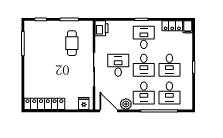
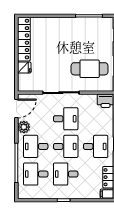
cafe table: (72, 43) -> (90, 69), width x1.37, depth x1.35
desk: (144, 65) -> (66, 146), turned 180
fridge: (84, 104) -> (24, 67), moved

